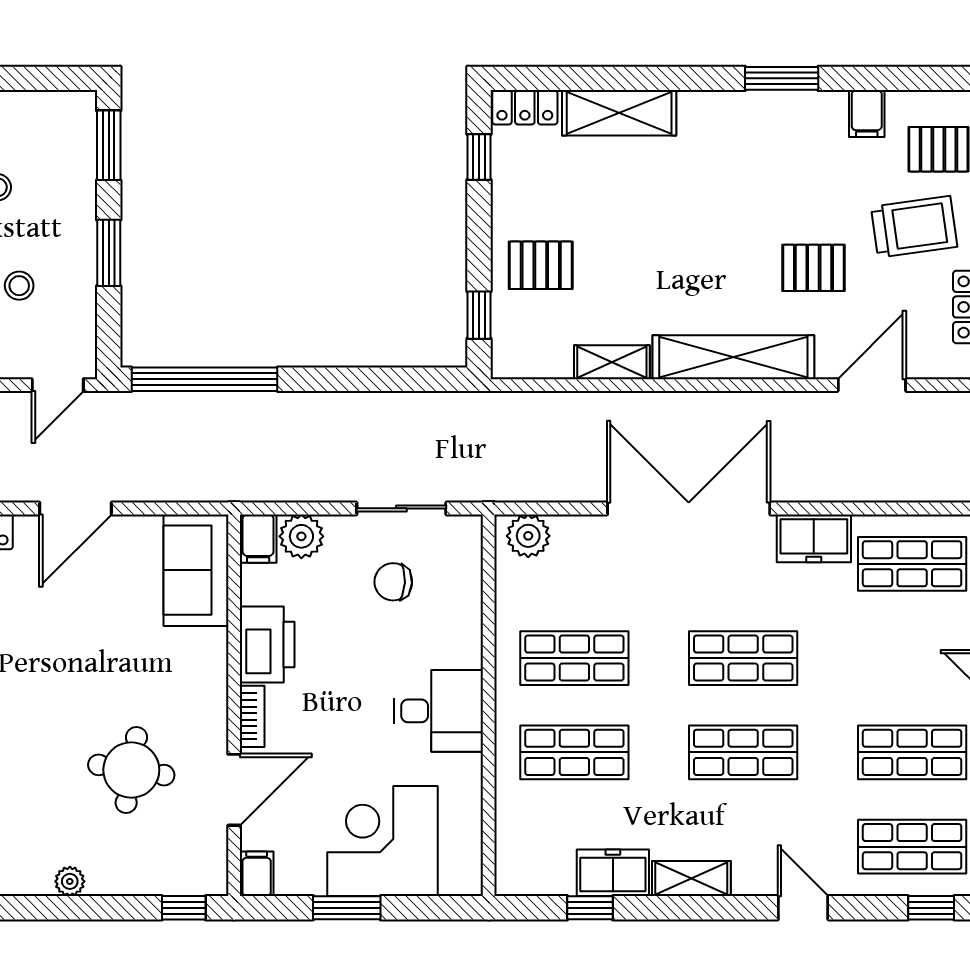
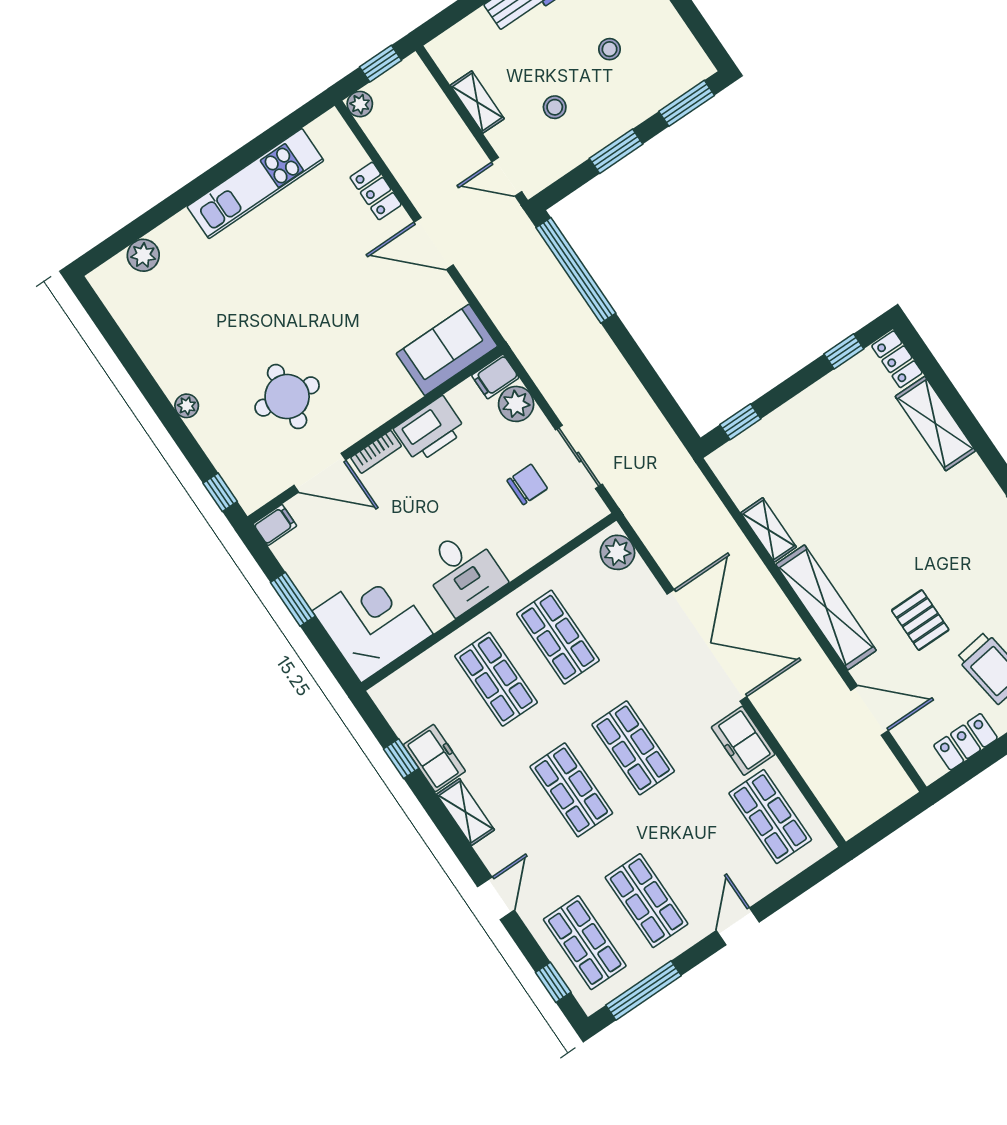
pallet: (541, 265) -> (800, 440), removed
chair: (393, 582) -> (527, 484), turned 87
corner desk: (382, 841) -> (373, 623), moved

